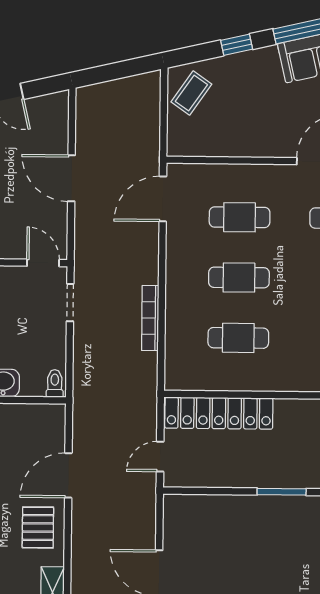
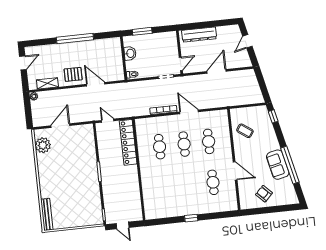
window: (237, 45) -> (273, 116), moved
coffee table: (191, 93) -> (245, 131), moved
door: (163, 199) -> (189, 112), moved

